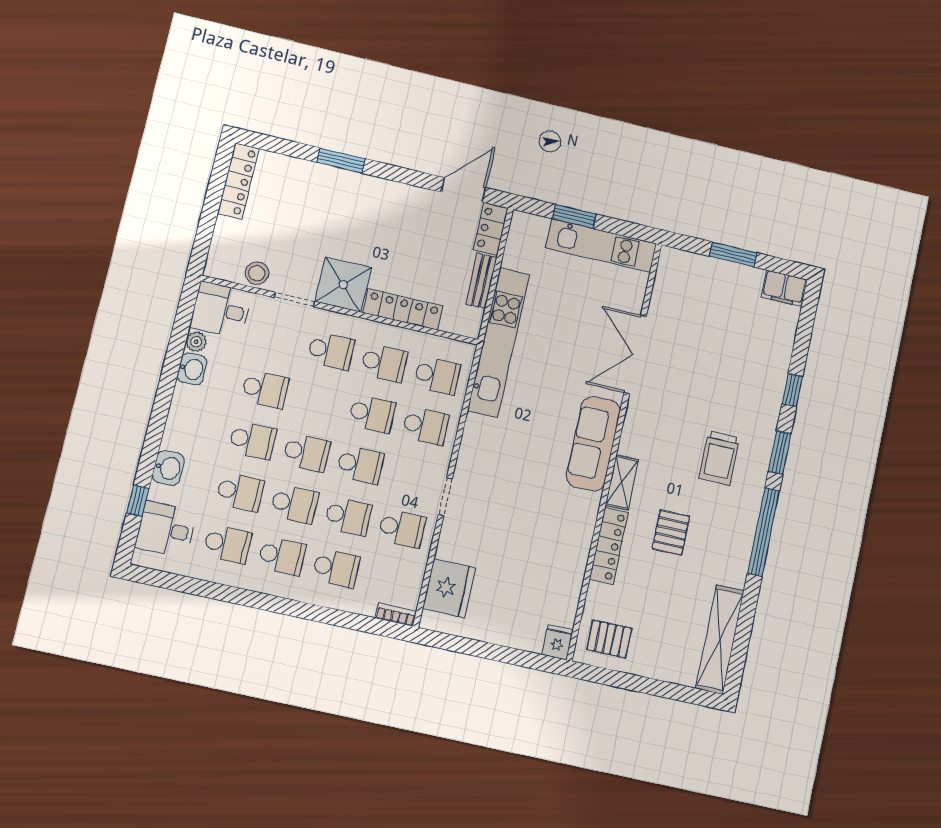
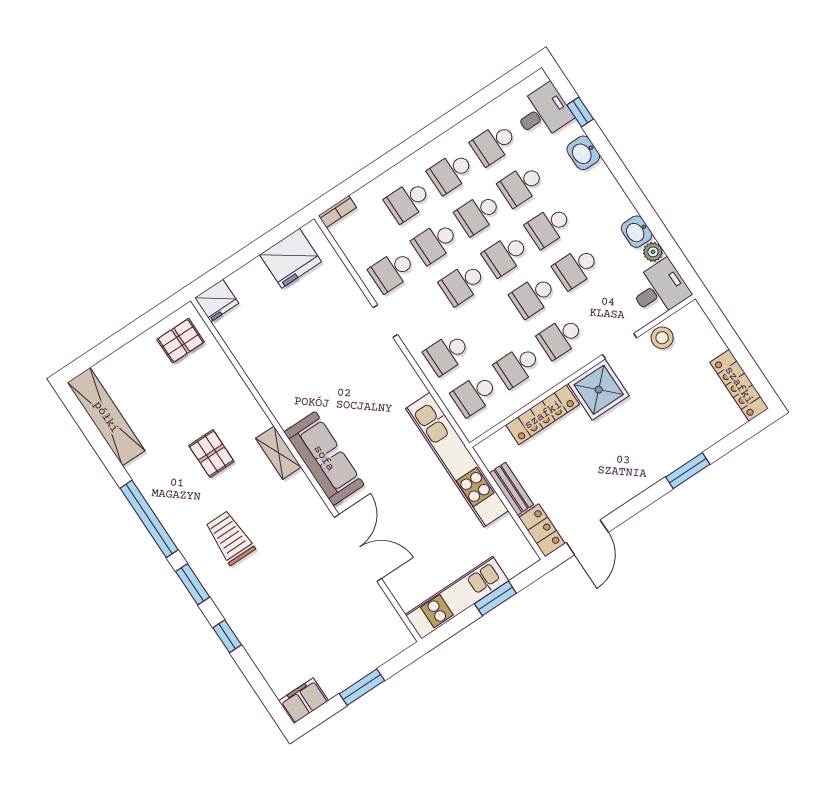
school desk: (372, 414) -> (533, 296), moved
locker: (609, 546) -> (244, 402), removed
fridge: (449, 588) -> (291, 258), moved, turned -90
fridge: (557, 642) -> (217, 301), width x1.38

